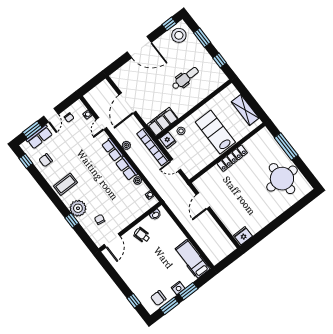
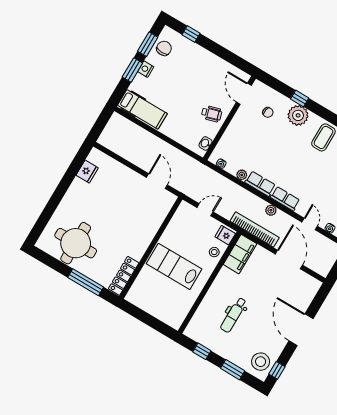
door: (139, 47) -> (301, 330), hinge flipped
shelving: (245, 110) -> (150, 306), removed
lab bench: (215, 132) -> (174, 266), turned 180
bookcase: (153, 147) -> (255, 229), moved
locker: (232, 158) -> (124, 276), moved
fridge: (243, 236) -> (87, 172), moved

